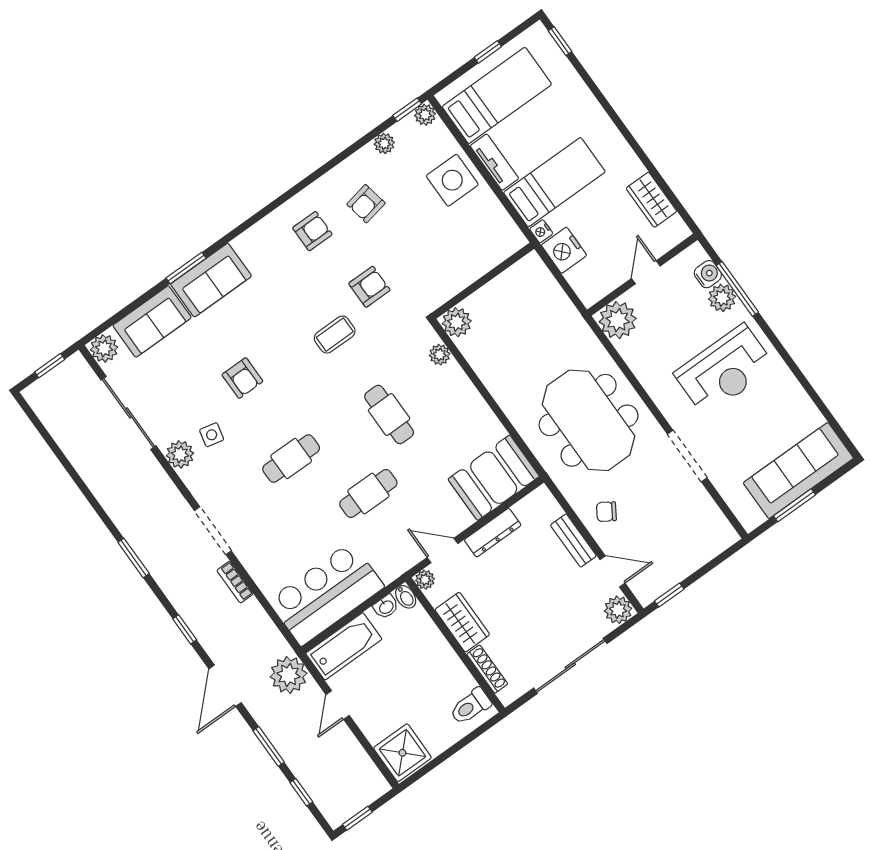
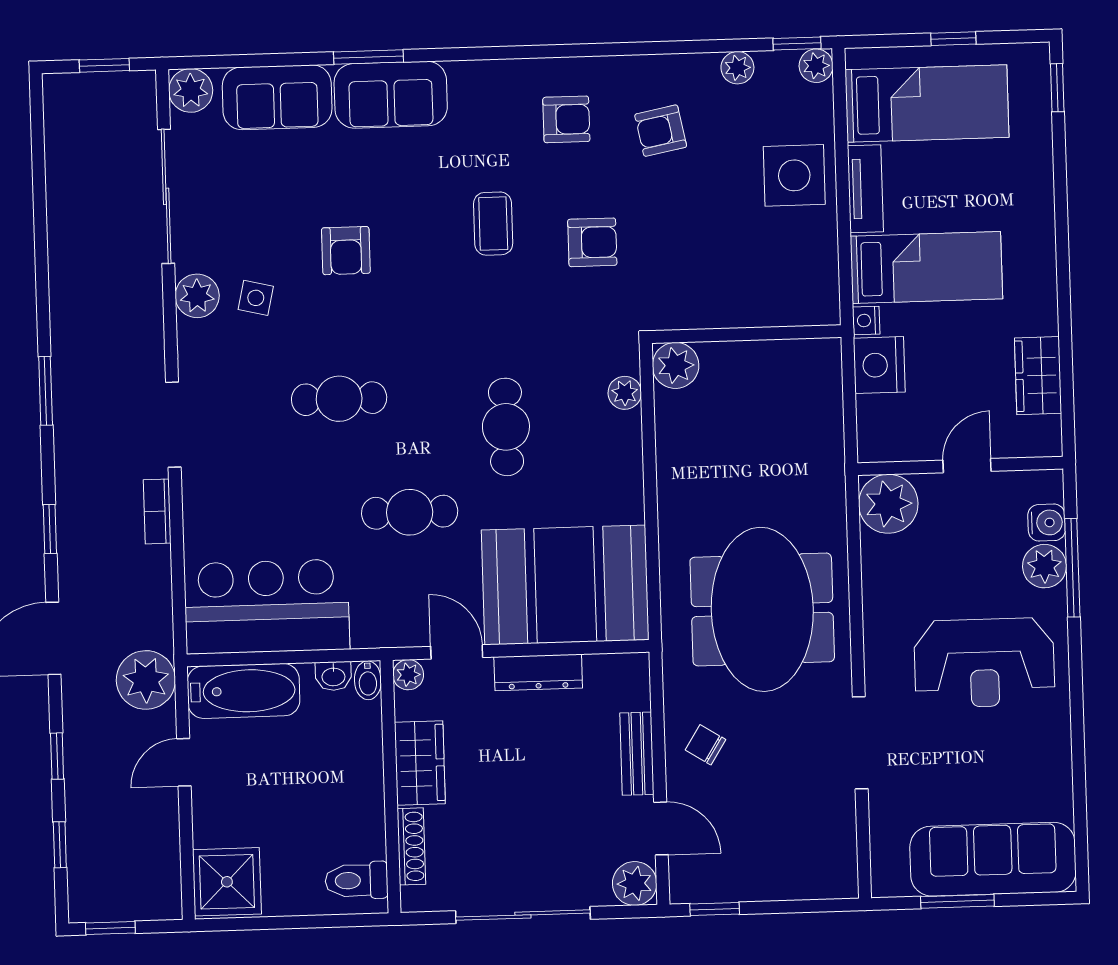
coffee table: (335, 335) -> (493, 224), moved, turned 90
booth: (494, 478) -> (565, 585), width x1.36, depth x1.42
window: (269, 746) -> (57, 756), width x0.67

